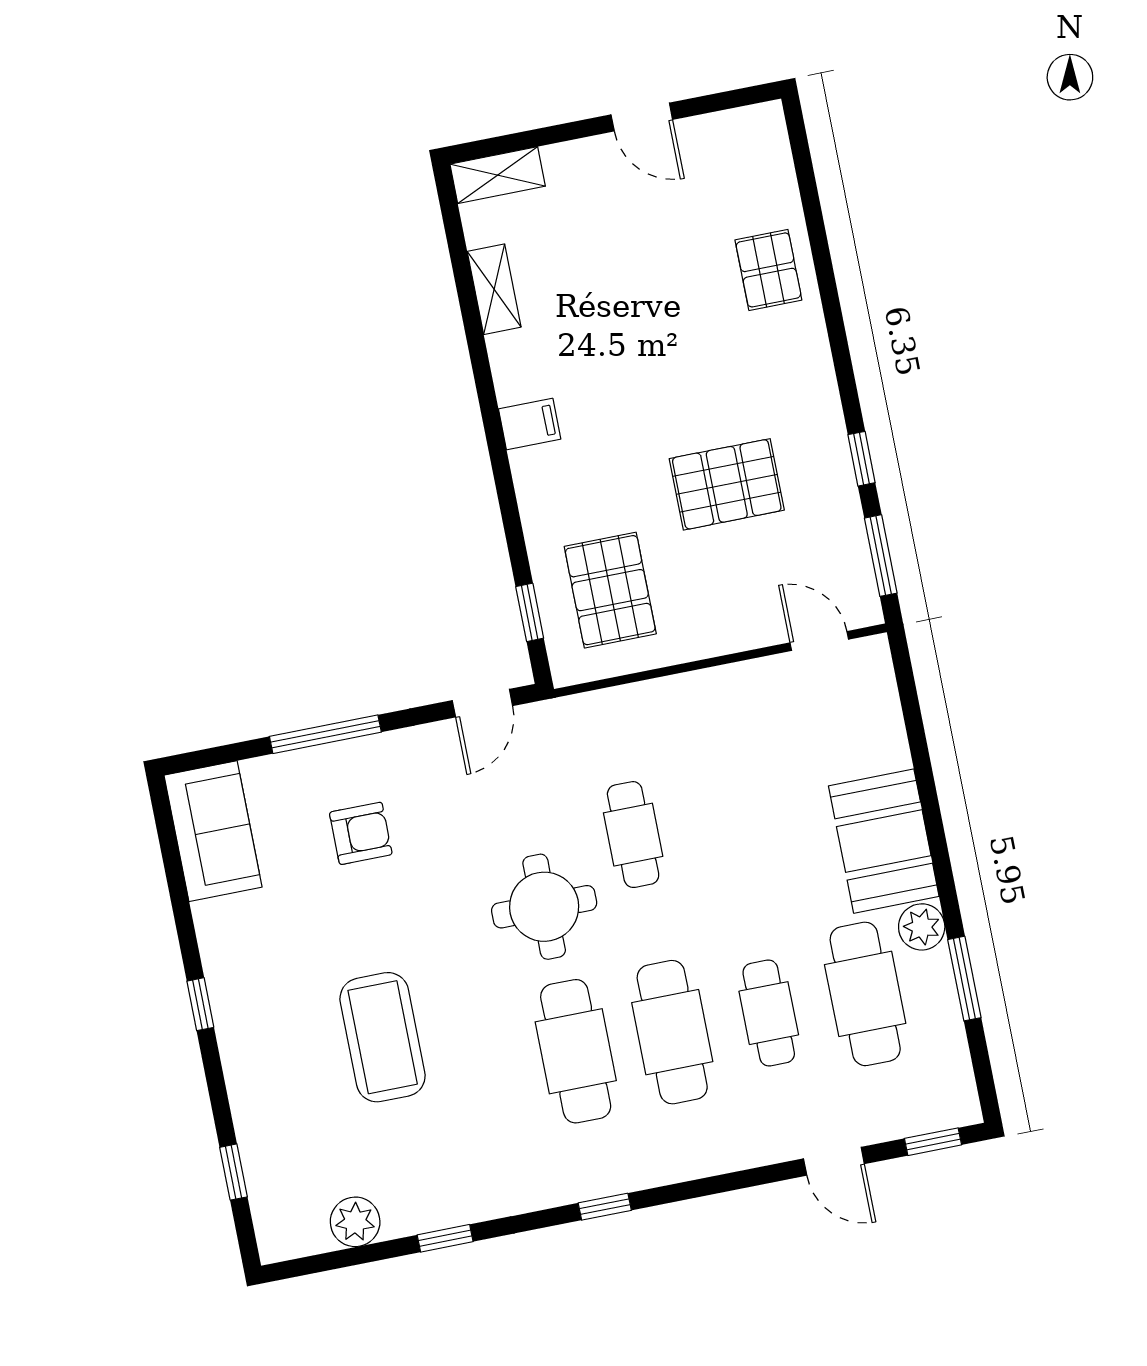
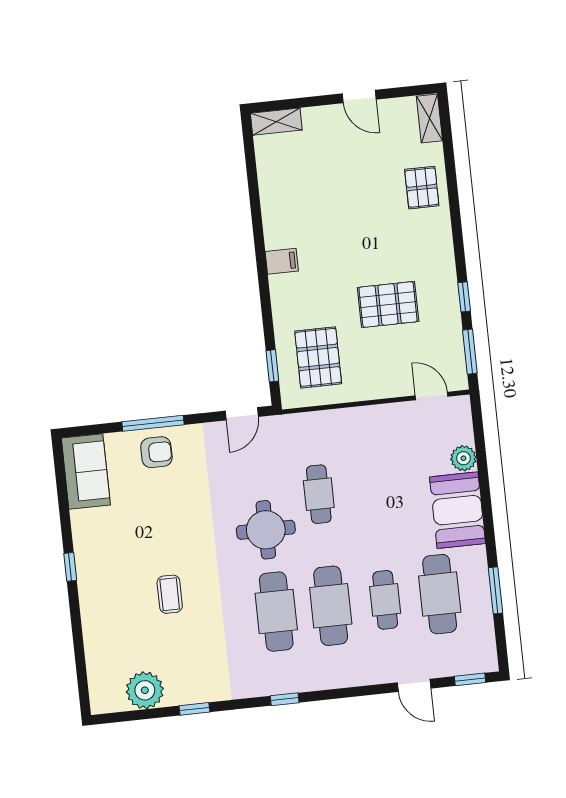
shelving: (494, 289) -> (429, 119), moved
armchair: (361, 833) -> (156, 452), moved
plant: (922, 927) -> (463, 458), moved
coffee table: (383, 1037) -> (170, 594), width x0.54, depth x0.58
window: (234, 1172) -> (80, 662), removed
plant: (355, 1222) -> (145, 690), width x1.36, depth x1.36

